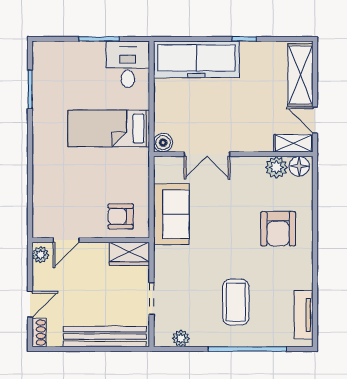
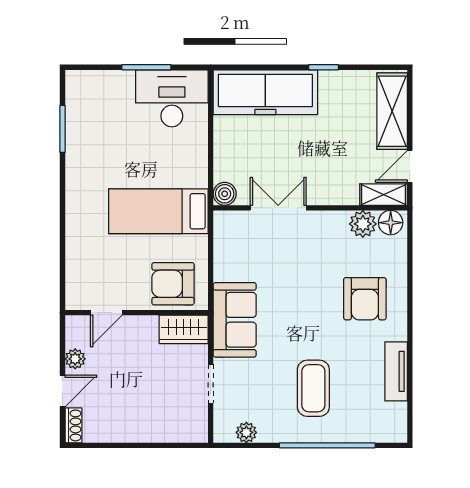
desk: (128, 64) -> (172, 98), width x1.37
door: (315, 120) -> (410, 166), hinge flipped
bed: (109, 129) -> (158, 211), moved
double door: (207, 154) -> (278, 208), swing flipped
sofa: (171, 214) -> (235, 320), moved
armchair: (121, 216) -> (173, 284), width x1.38, depth x1.38
plant: (40, 255) -> (75, 359), moved
tv unit: (304, 315) -> (396, 371), moved
bench: (105, 337) -> (154, 430), removed

